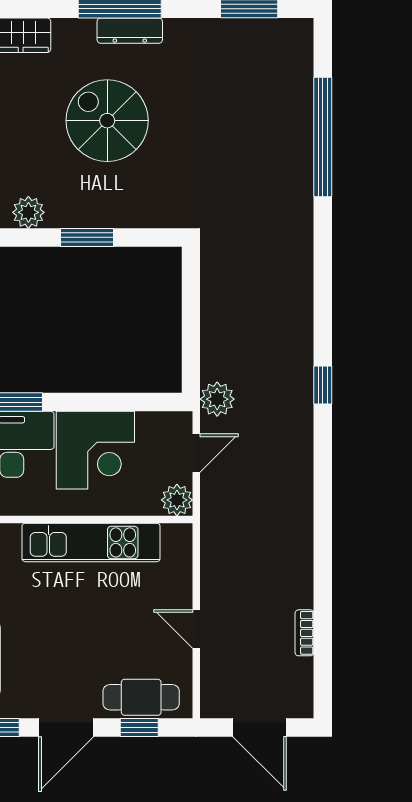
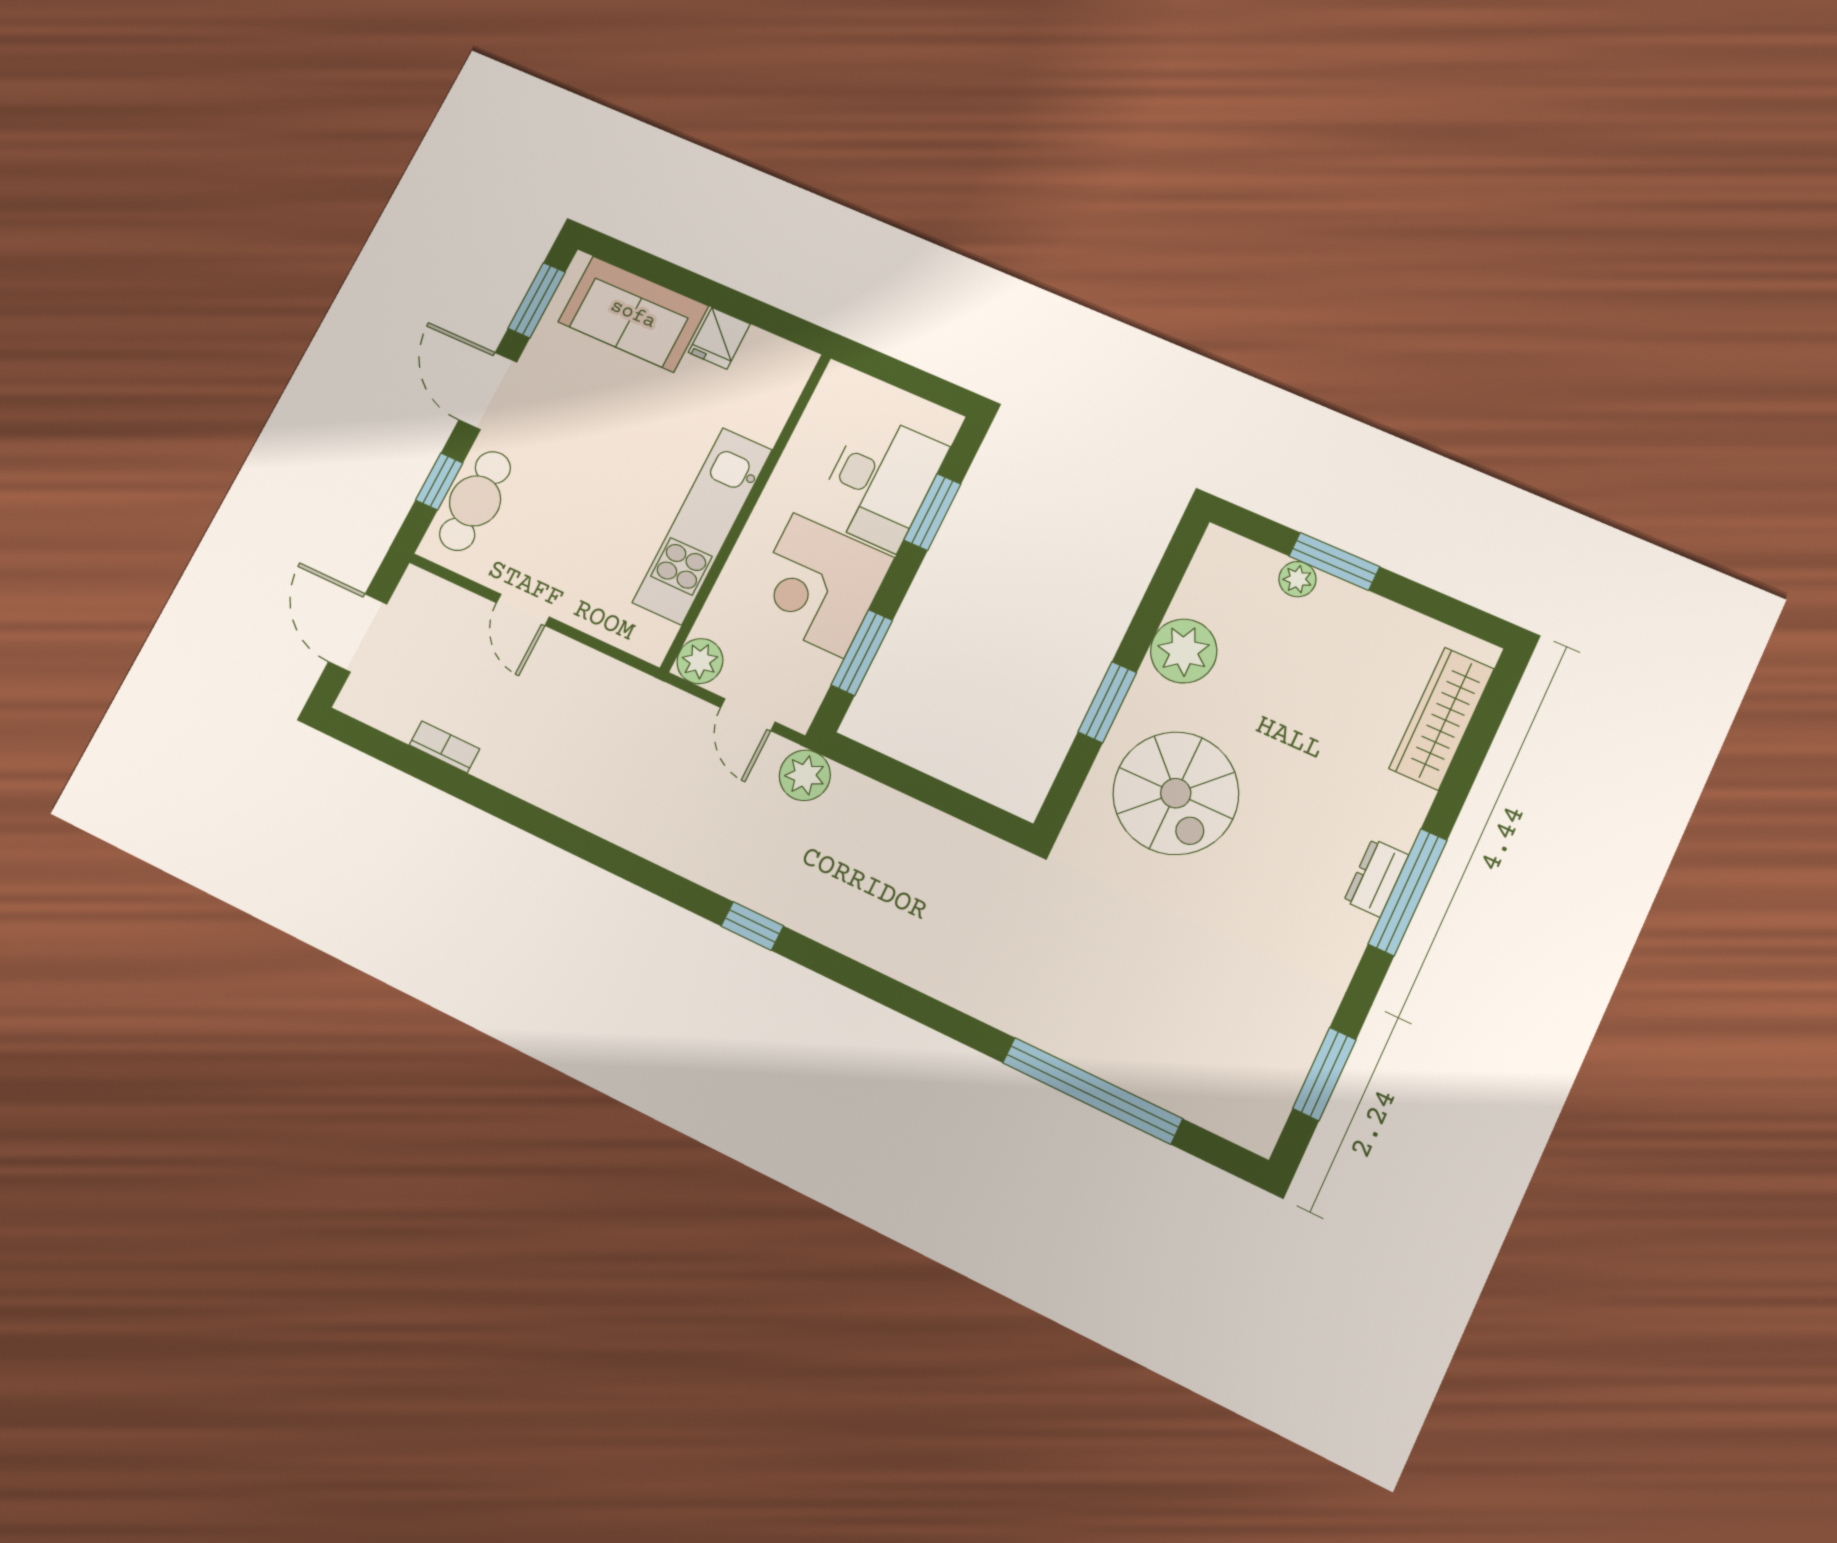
dresser: (130, 31) -> (1376, 878), width x0.70
spiral stairs: (107, 121) -> (1176, 793), moved, turned 90
plant: (28, 212) -> (1184, 651), width x1.36, depth x1.36
window: (125, 402) -> (862, 653), added
door: (196, 629) -> (523, 610), swing flipped
door: (259, 727) -> (358, 633), hinge flipped

